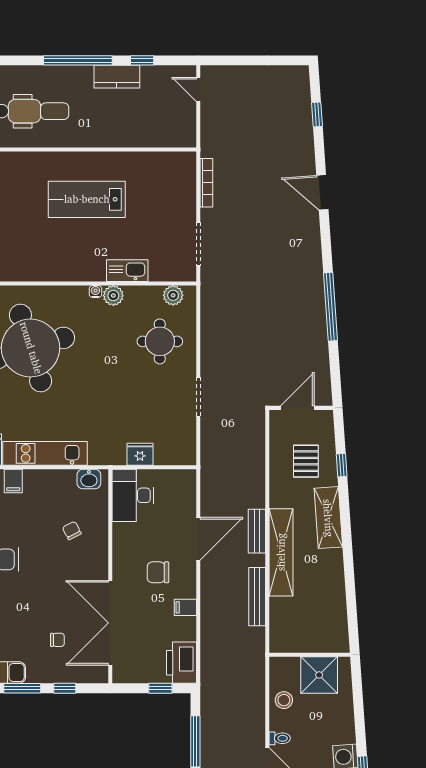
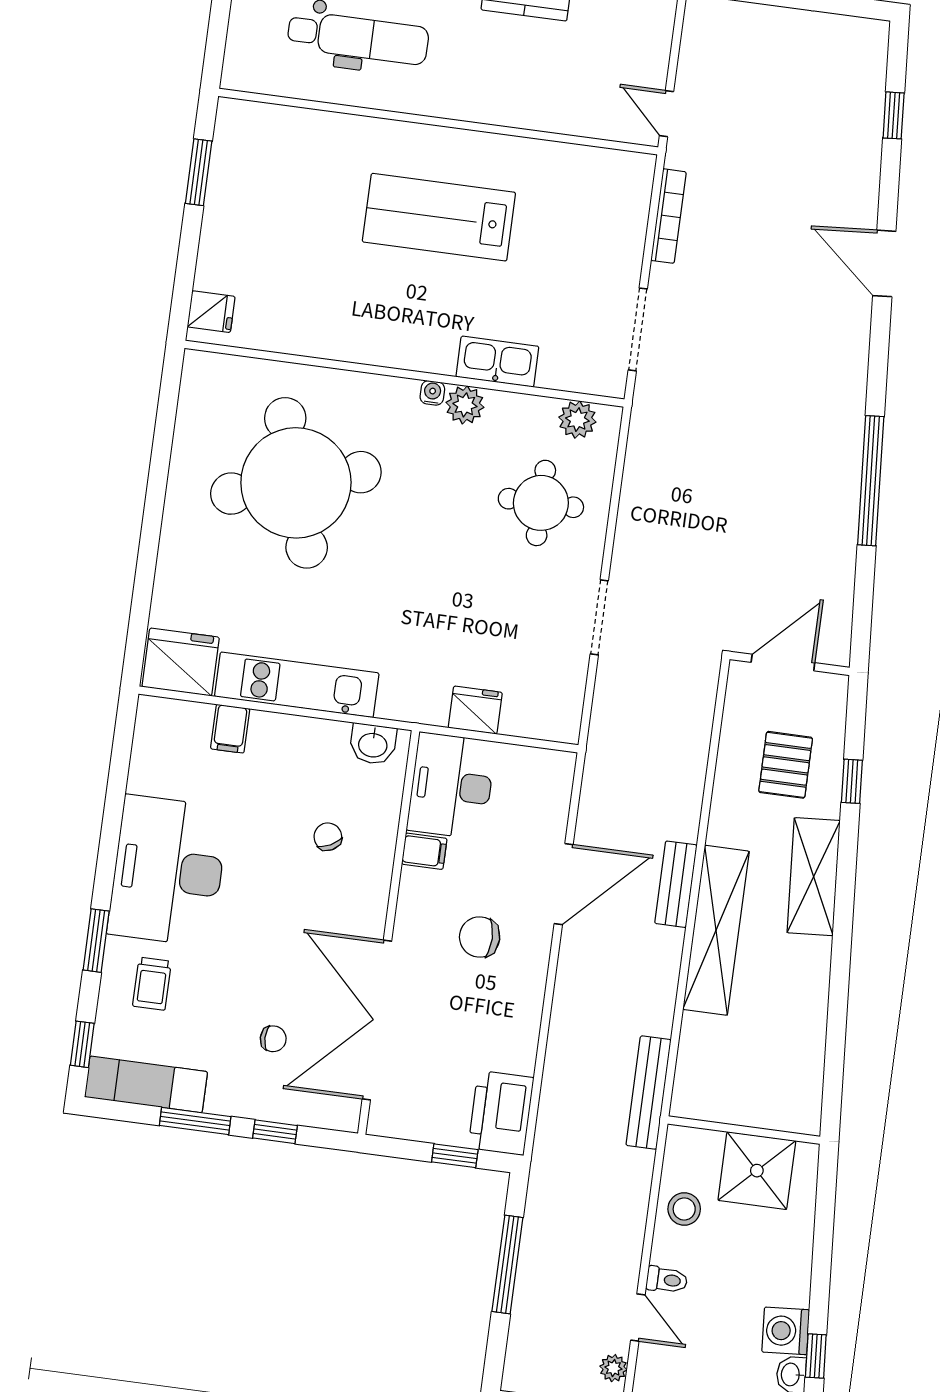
door: (198, 89) -> (666, 114), moved
bench: (257, 597) -> (649, 1093), moved
filing cabinet: (185, 607) -> (424, 851), moved, turned 180

